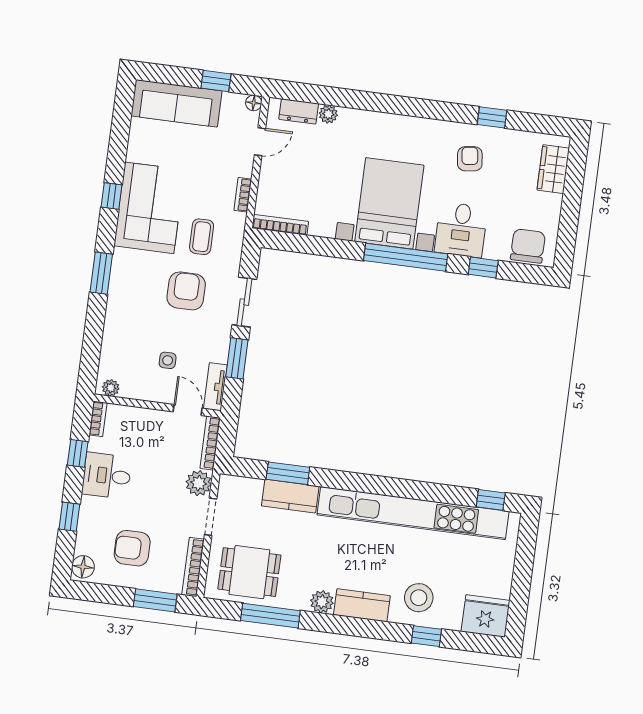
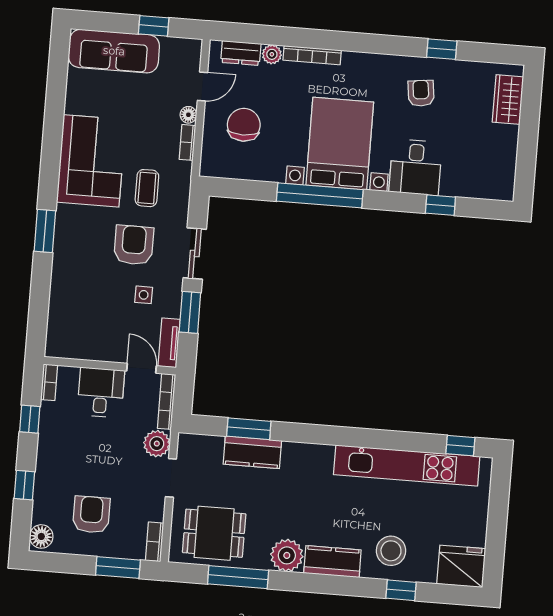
floor lamp: (254, 103) -> (188, 115), moved
window: (111, 196) -> (51, 151), removed
bookcase: (280, 225) -> (312, 55), moved, turned 180
chair: (528, 246) -> (244, 125), moved
window: (406, 257) -> (320, 195), moved
side table: (168, 360) -> (144, 295), moved
plant: (111, 388) -> (61, 349), removed
desk: (107, 476) -> (101, 393), moved, turned 90
kitchen unit: (413, 513) -> (407, 466), width x0.73
armchair: (132, 548) -> (91, 515), turned 90
bookcase: (193, 567) -> (155, 542), width x0.64
plant: (322, 602) -> (287, 555), width x1.36, depth x1.36

